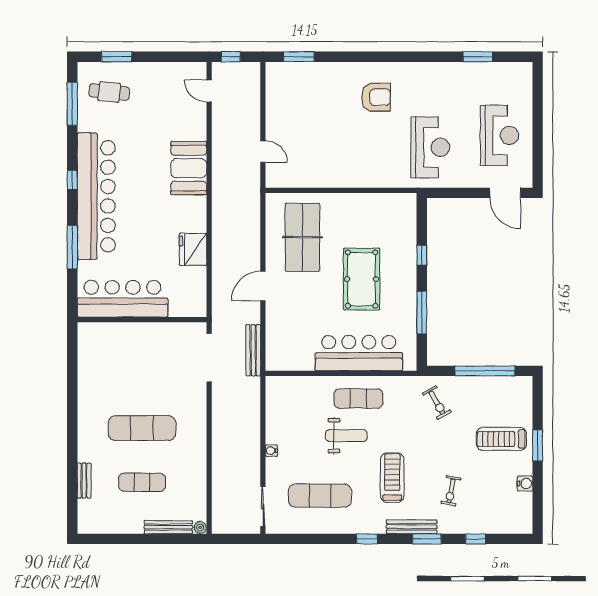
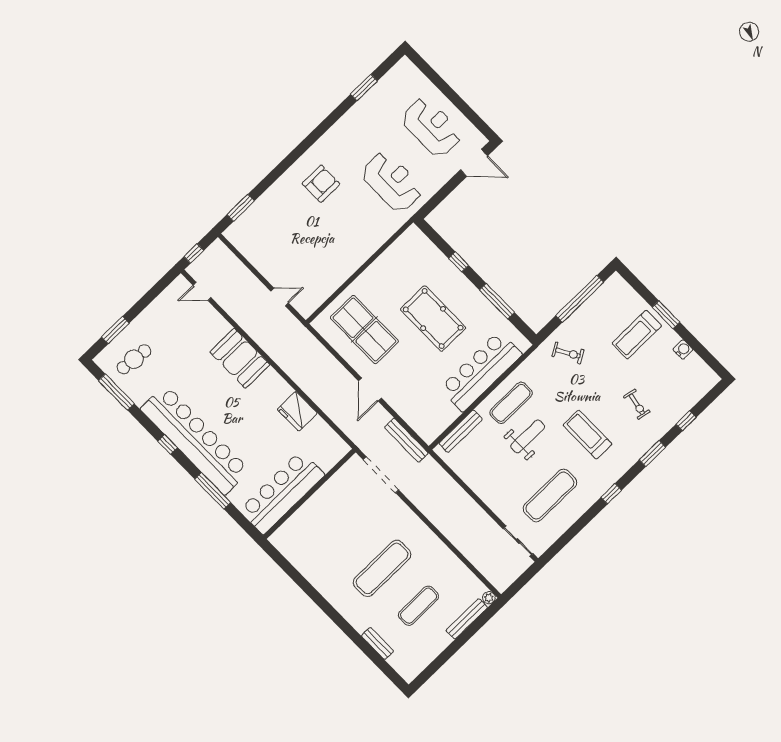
water cooler: (271, 451) -> (486, 497), removed
bench: (412, 527) -> (461, 431), moved

